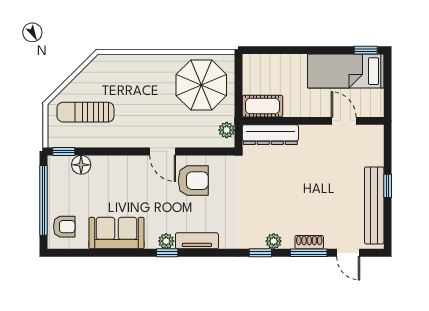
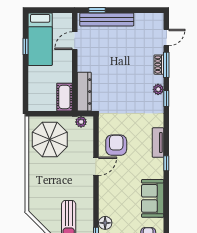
window: (366, 50) -> (26, 46), moved
window: (388, 186) -> (97, 10), moved
bench: (374, 205) -> (107, 19), moved
plant: (166, 241) -> (158, 164), removed

